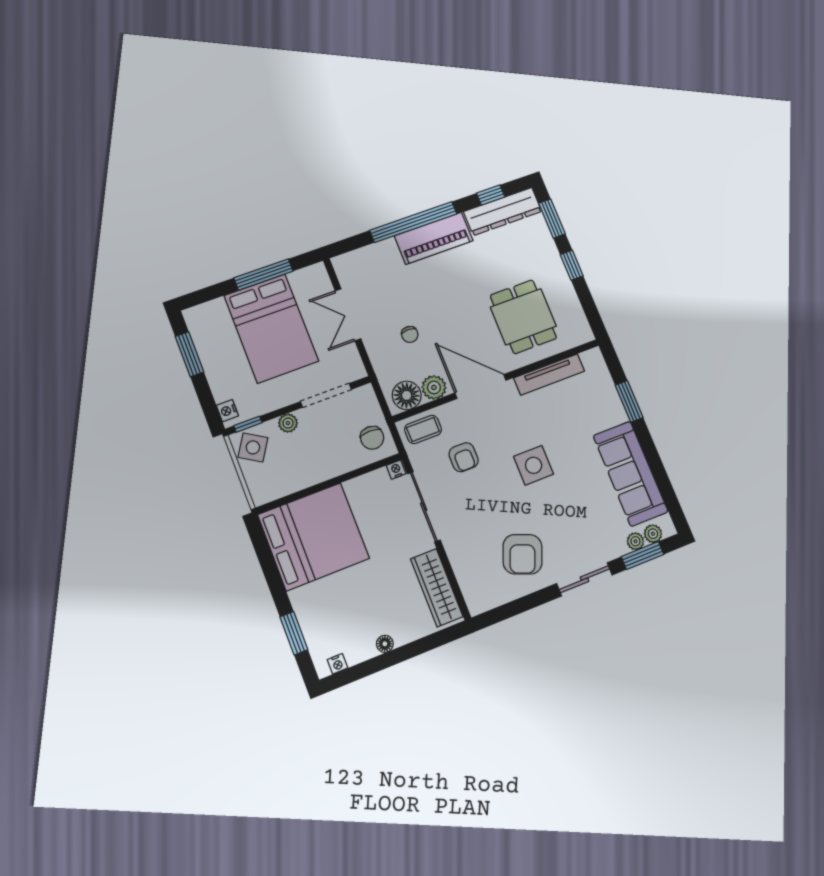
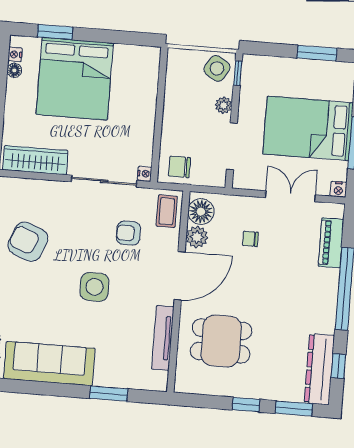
piano: (434, 238) -> (331, 243), moved, width x0.73, depth x0.75
nightstand: (227, 411) -> (338, 189), moved, turned 180
bed: (314, 537) -> (75, 79), moved
floor lamp: (385, 644) -> (14, 70), moved

